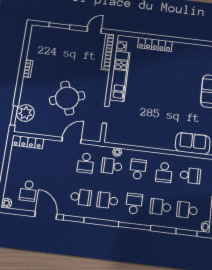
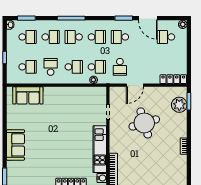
school desk: (86, 163) -> (120, 67), turned 180
school desk: (138, 169) -> (74, 67), turned -90
school desk: (190, 176) -> (28, 67), turned 180
school desk: (28, 191) -> (166, 37), turned -90
school desk: (134, 204) -> (74, 37), turned 90

